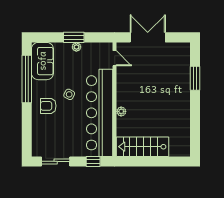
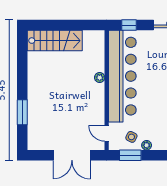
window: (74, 37) -> (130, 155), moved
side table: (69, 94) -> (131, 137), moved
stairs: (142, 147) -> (55, 41), moved

